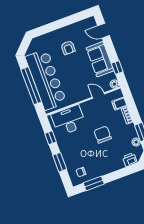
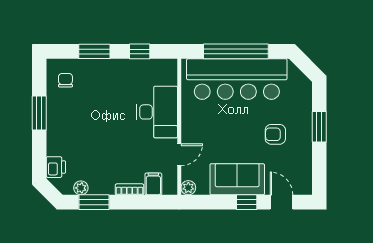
window: (55, 25) -> (319, 127), added
door: (103, 31) -> (281, 202), hinge flipped
window: (117, 68) -> (247, 202), moved
desk: (69, 120) -> (157, 112), moved
chair: (103, 135) -> (113, 138), removed
window: (94, 183) -> (39, 113), moved

